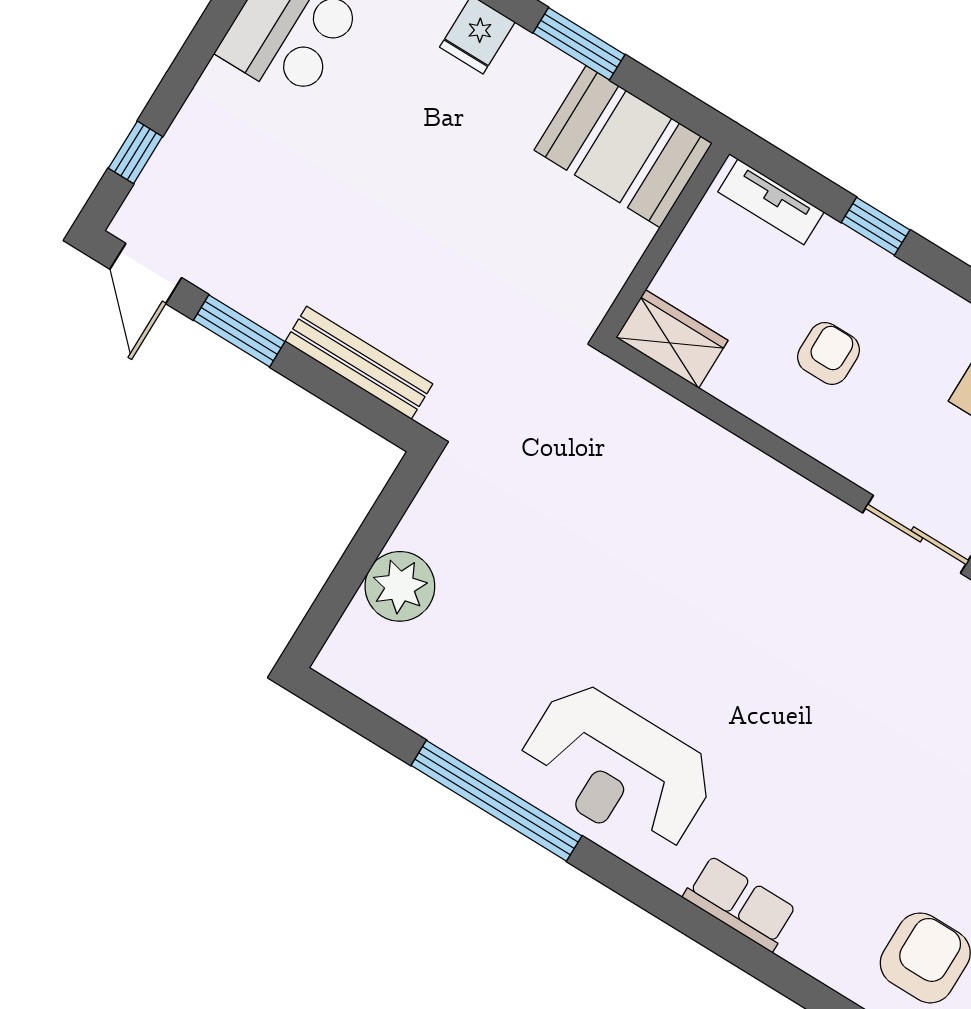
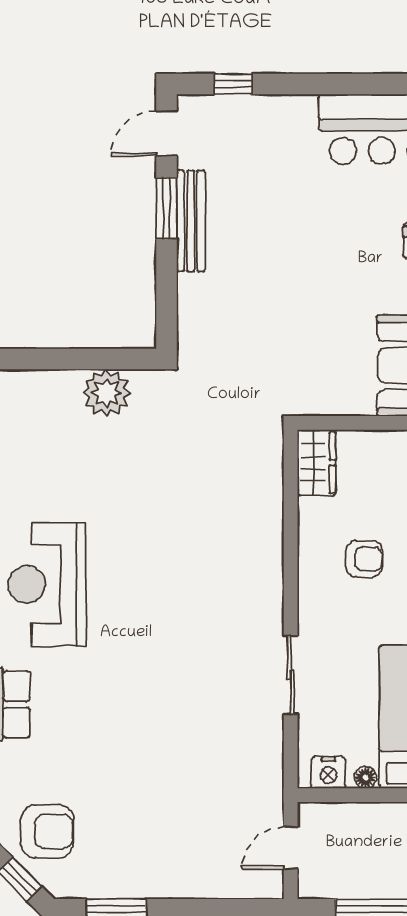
bench: (359, 363) -> (191, 221), moved
plant: (400, 586) -> (106, 393), moved

